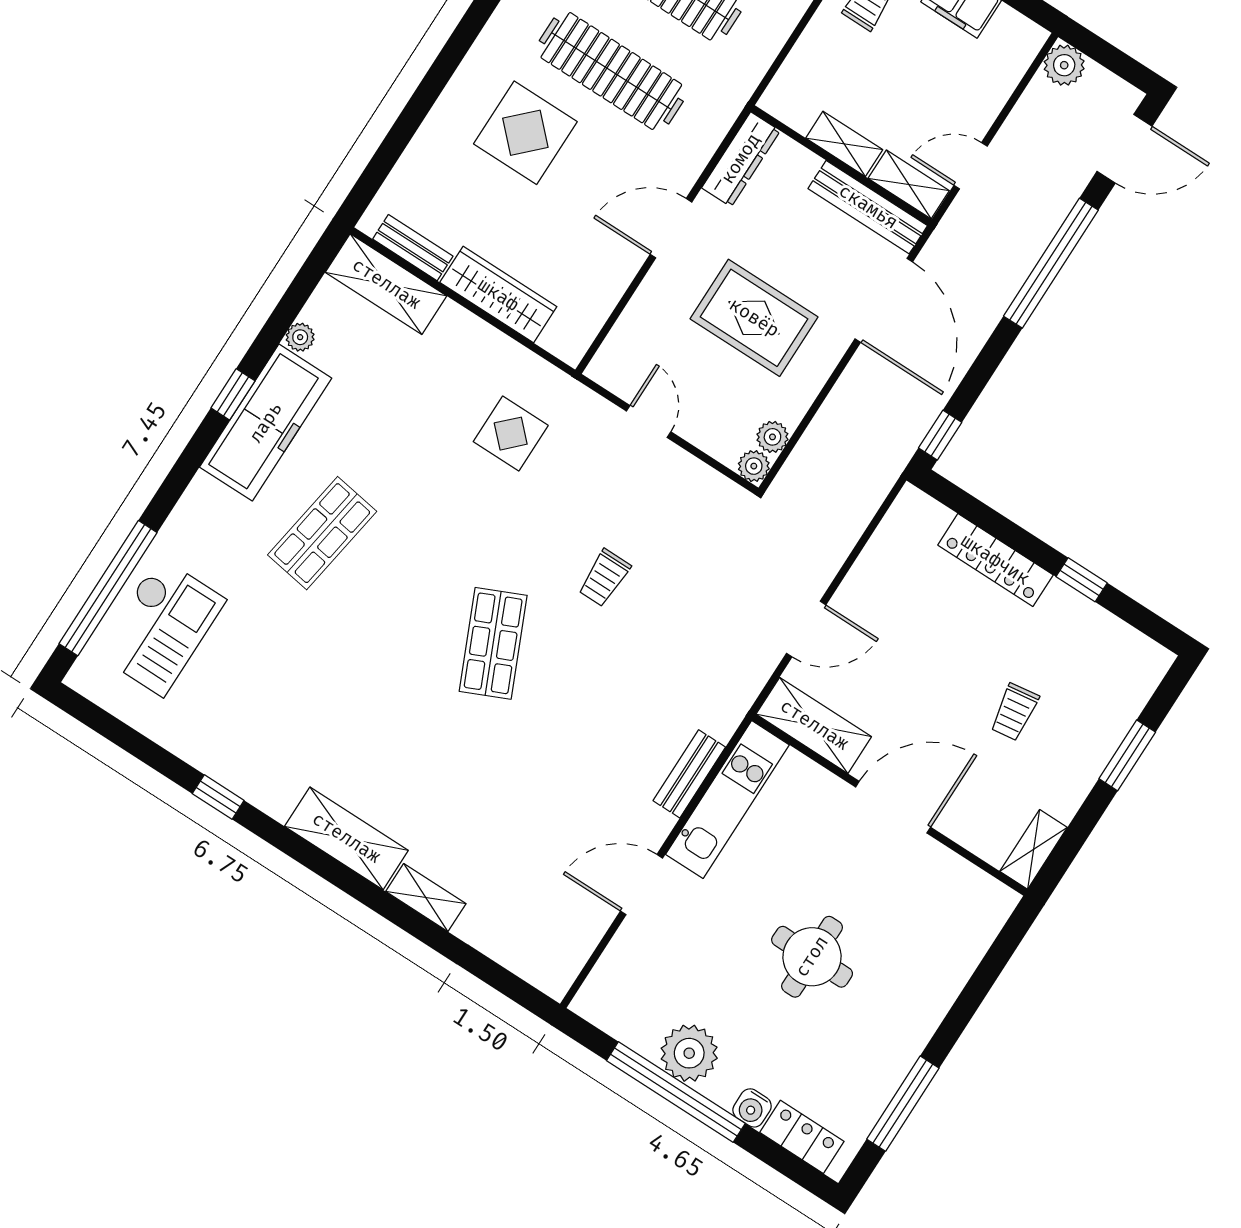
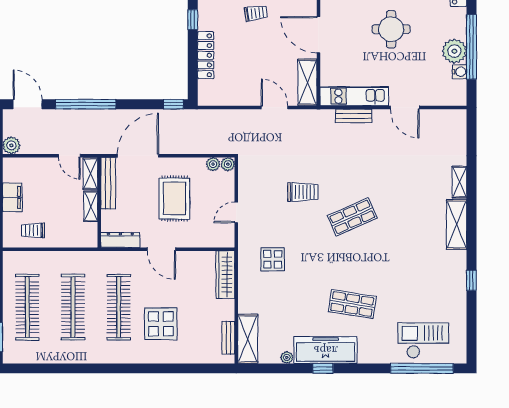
wardrobe: (498, 295) -> (225, 275), moved
trolley: (604, 578) -> (303, 192), width x1.36, depth x1.39
water cooler: (752, 1108) -> (460, 72), moved

